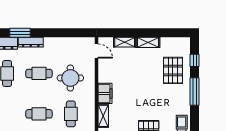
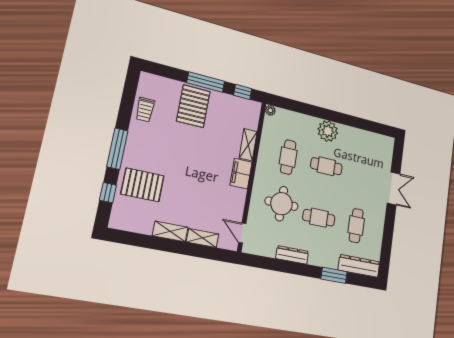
dresser: (31, 42) -> (292, 255), moved
pallet: (173, 70) -> (142, 185), turned 90

